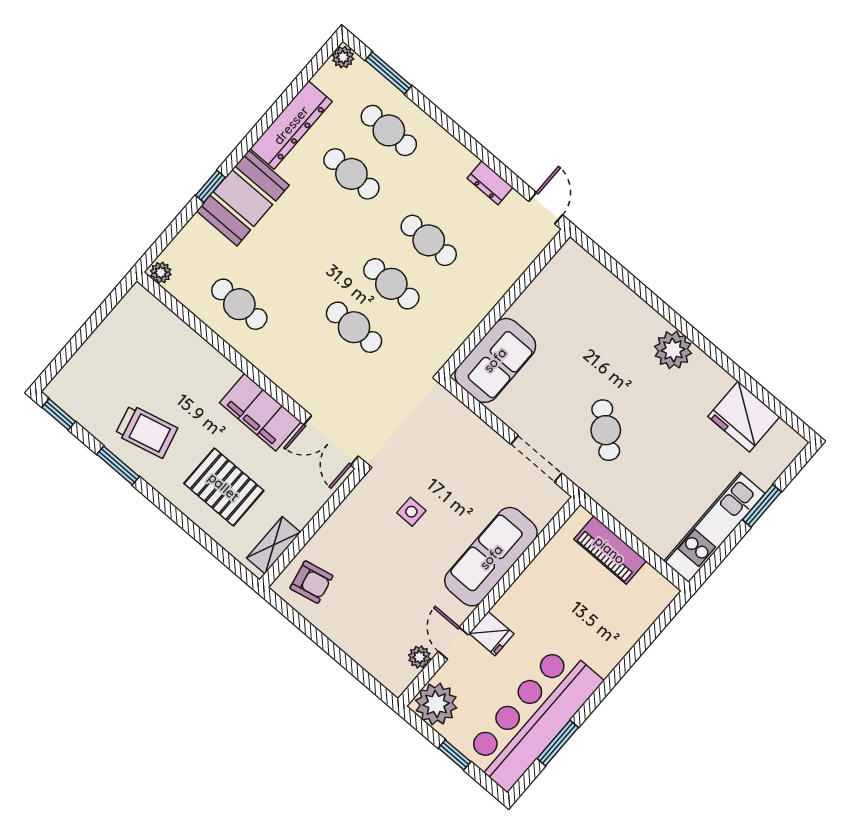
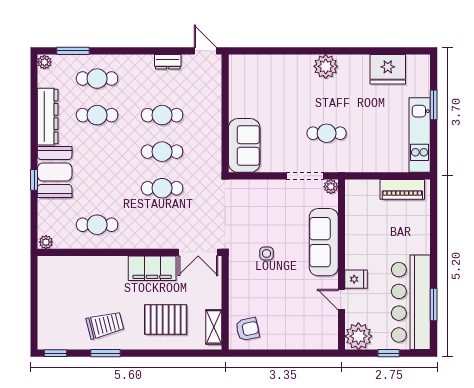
cafe table: (606, 430) -> (327, 133), turned -40
piano: (610, 550) -> (402, 189), moved
plant: (419, 657) -> (331, 187), moved

